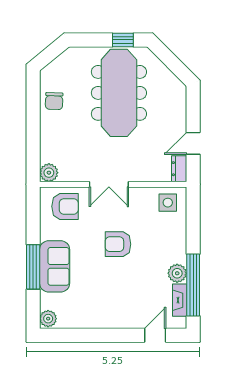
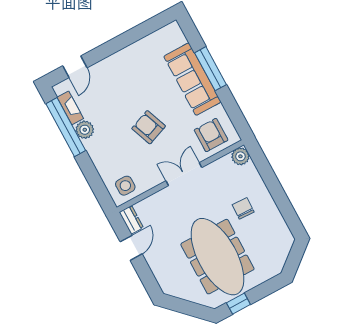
chair: (54, 101) -> (243, 208), moved
armchair: (65, 206) -> (211, 135), turned 90
armchair: (118, 244) -> (149, 127), turned -111
sofa: (55, 266) -> (192, 79), width x1.36
plant: (48, 319) -> (174, 32), removed

